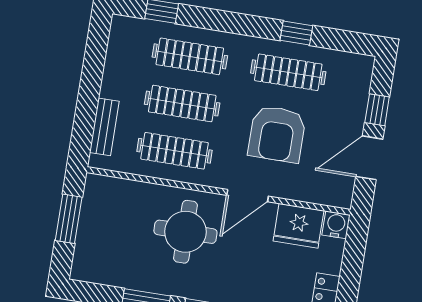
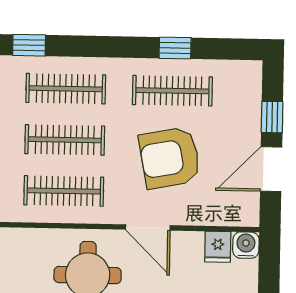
armchair: (277, 134) -> (170, 158), turned 79
door: (248, 196) -> (148, 227), hinge flipped
fridge: (298, 226) -> (218, 247), width x0.53, depth x0.75

